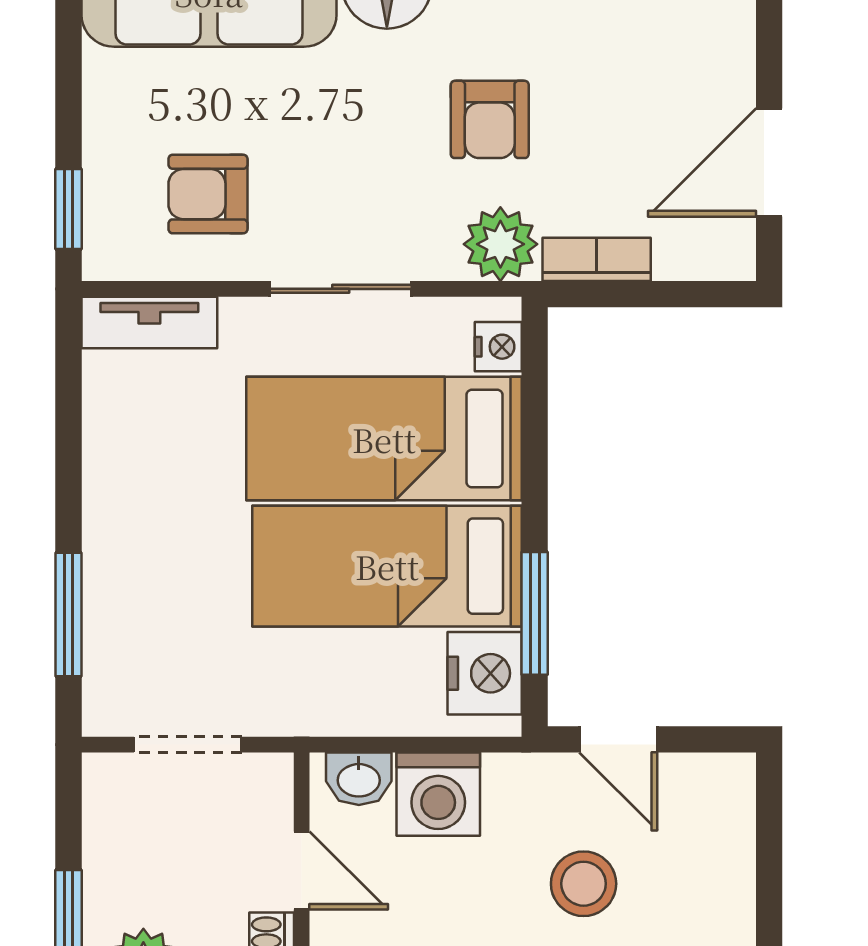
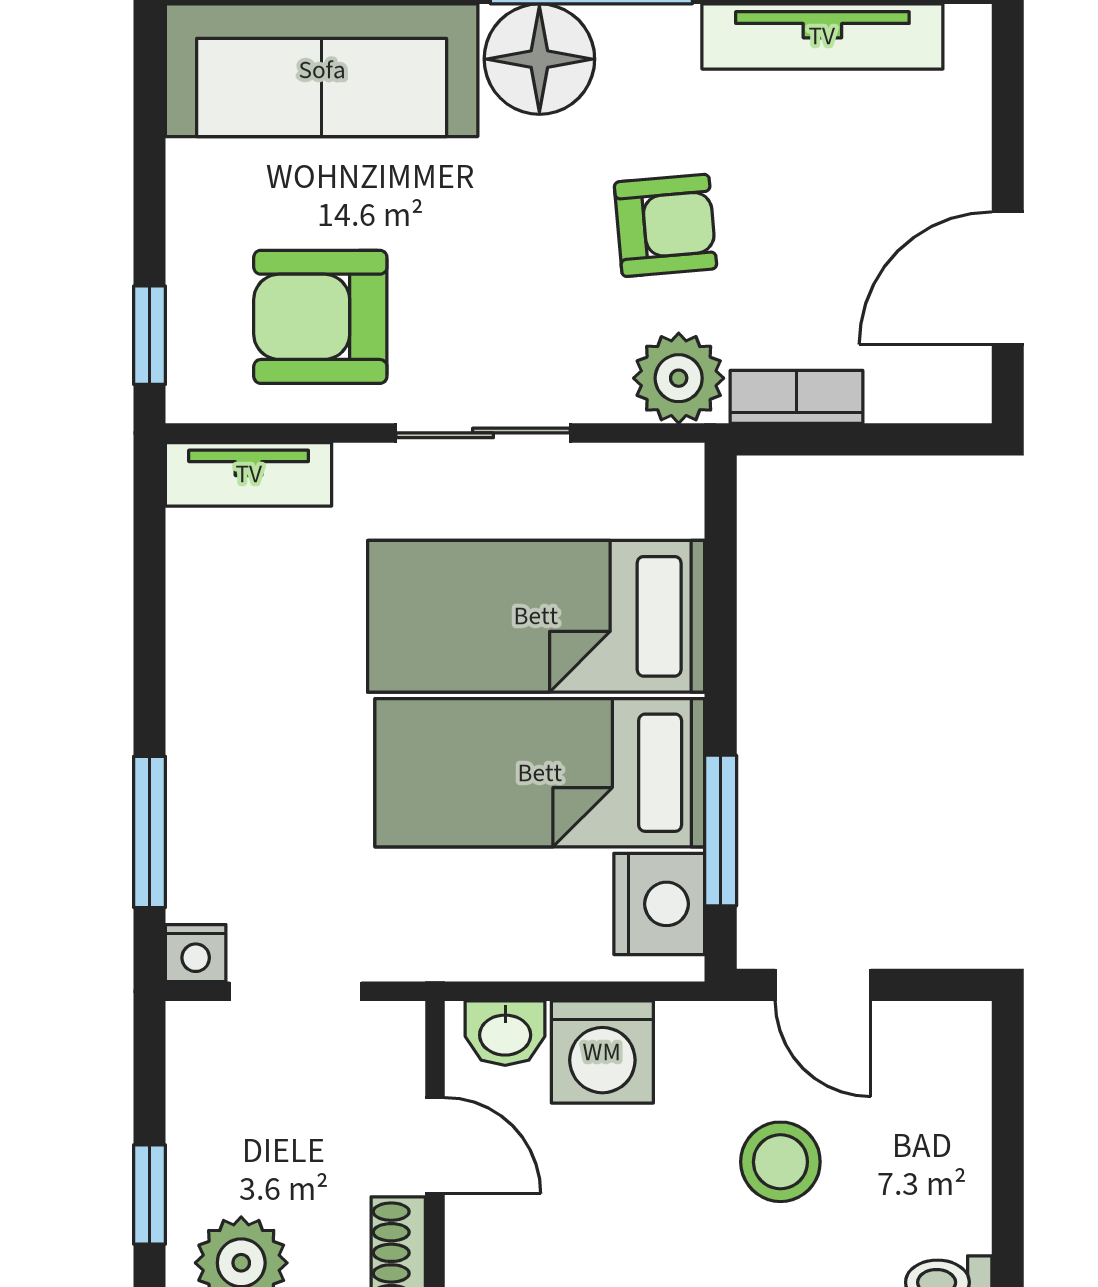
armchair: (490, 119) -> (665, 225), turned -95
armchair: (208, 194) -> (320, 317), width x1.38, depth x1.38
nightstand: (498, 347) -> (196, 953), moved, turned 90

